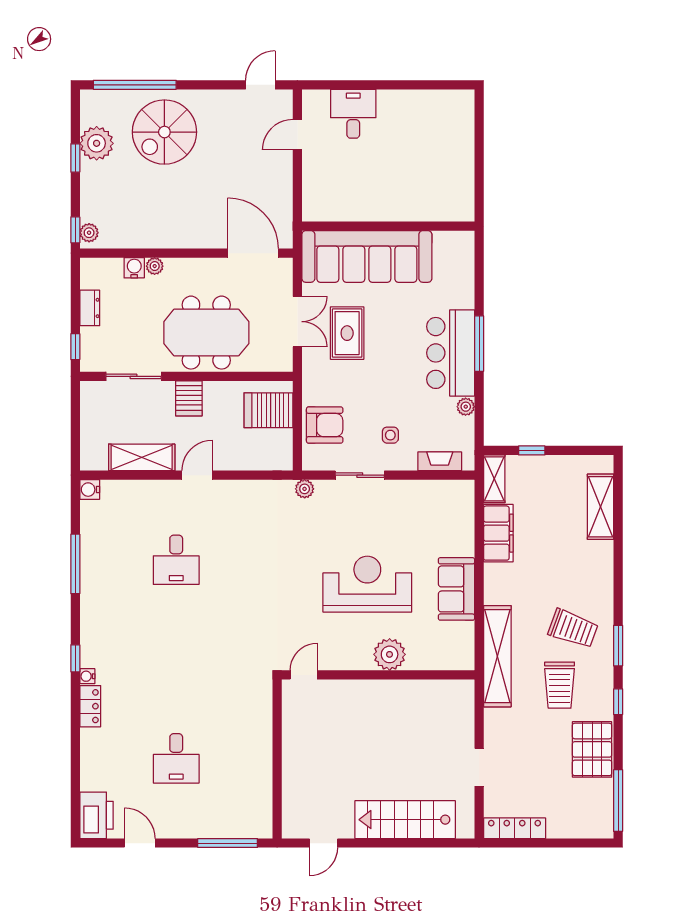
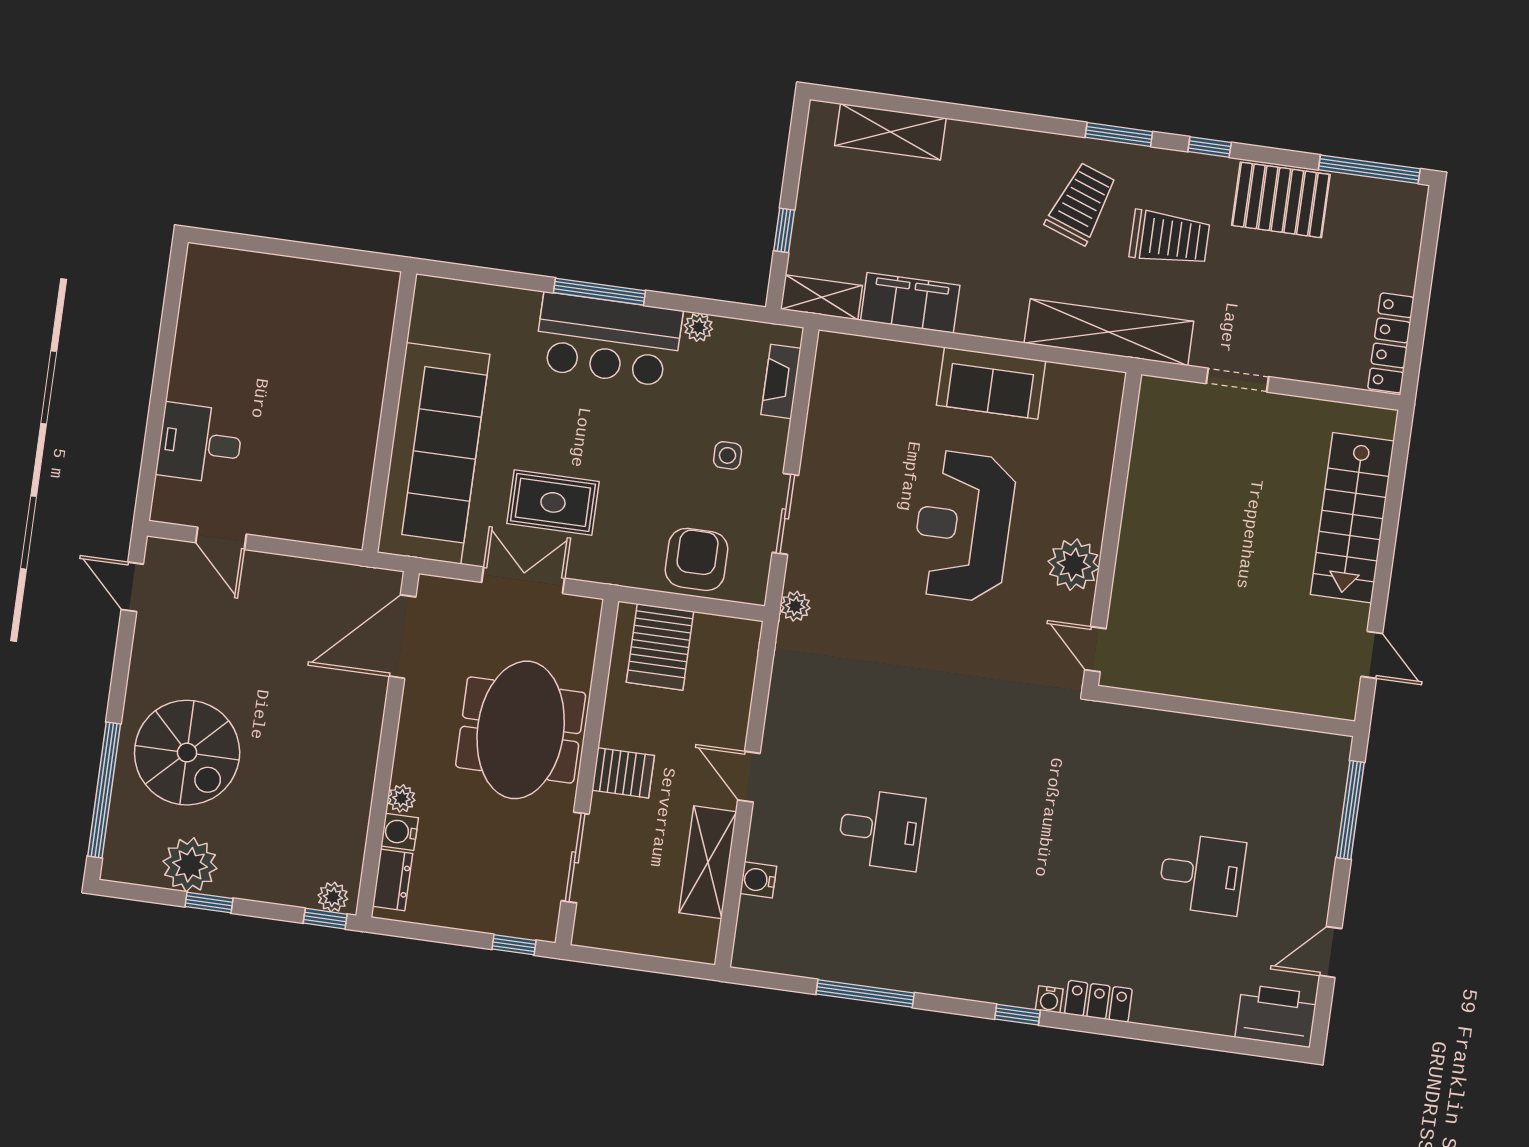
dresser: (90, 308) -> (393, 880), moved, turned 90
water cooler: (90, 490) -> (758, 880), moved, turned 90
plant: (390, 654) -> (1074, 565), moved
doorway: (479, 767) -> (1237, 380), moved

